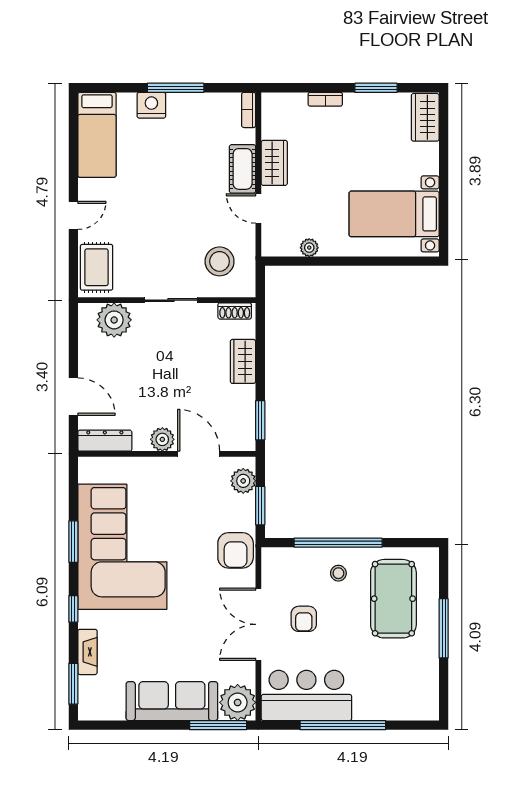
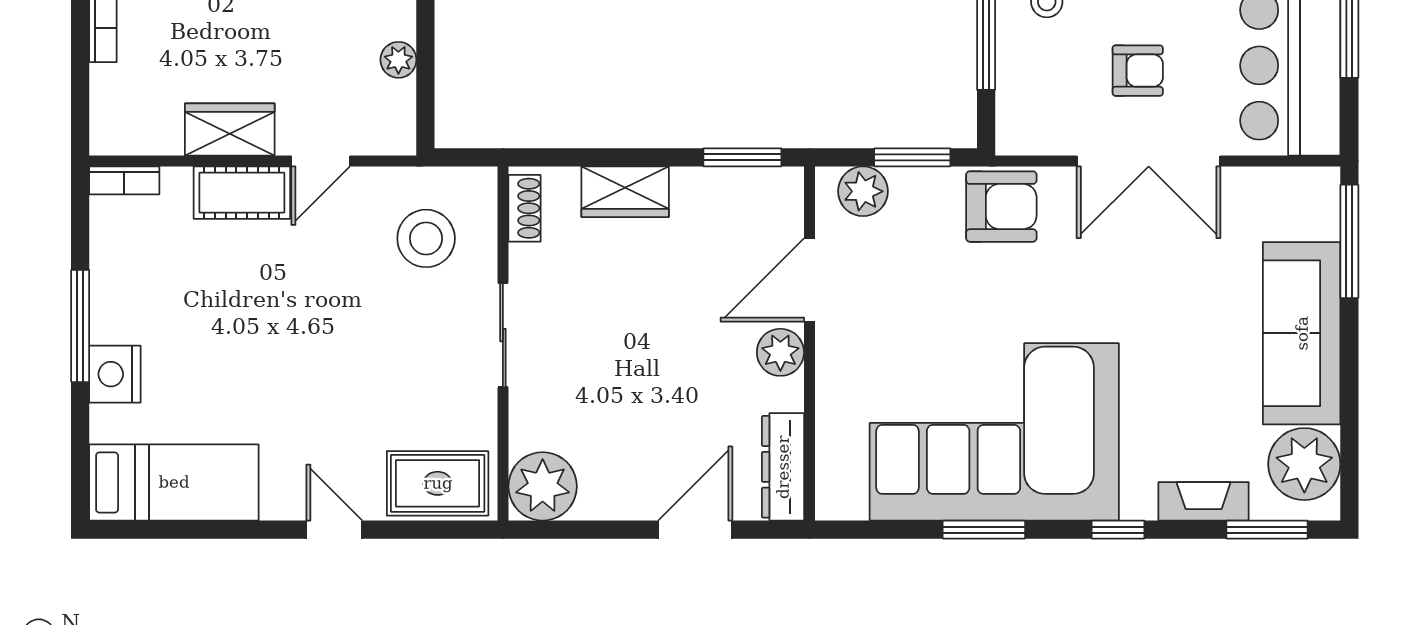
plant: (114, 320) -> (543, 486), moved
plant: (238, 702) -> (1304, 464), moved

